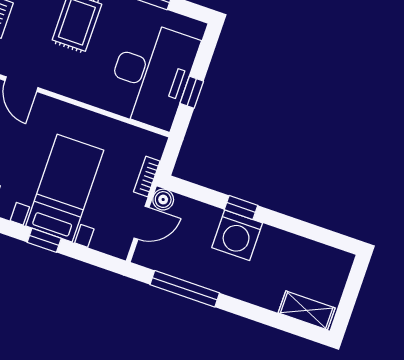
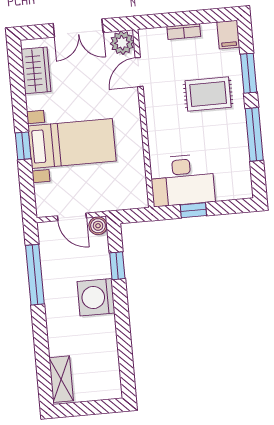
desk: (151, 75) -> (182, 180), width x0.73, depth x0.77
bookcase: (147, 177) -> (110, 205), removed
window: (241, 207) -> (117, 266), moved

